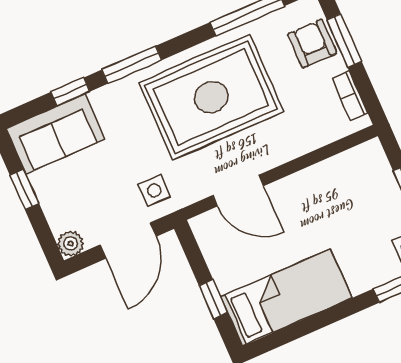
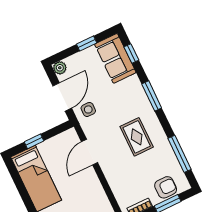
window: (70, 92) -> (131, 53), moved
rug: (211, 97) -> (137, 137), width x0.54, depth x0.49
door: (128, 241) -> (62, 97), swing flipped

